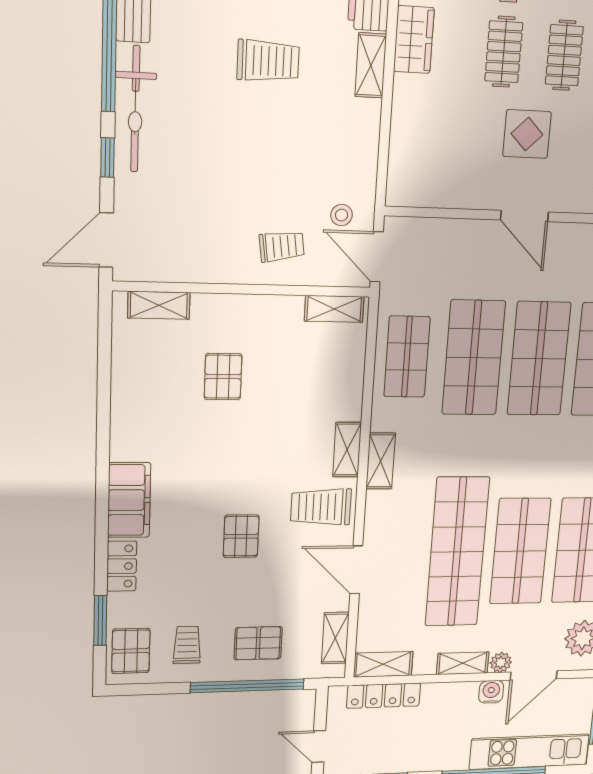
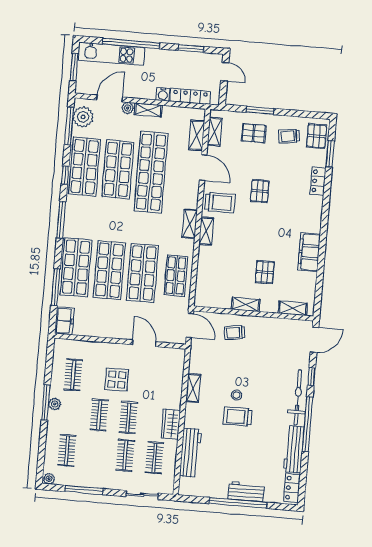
shelving: (371, 65) -> (193, 388), moved
stool: (342, 215) -> (237, 395), moved
door: (524, 216) -> (144, 343), moved
shelving: (334, 309) -> (246, 304), moved
filing cabinet: (129, 500) -> (309, 252), moved
trolley: (187, 645) -> (289, 136), turned 82
shelving: (383, 664) -> (197, 135), moved, turned 90
window: (247, 686) -> (260, 110), width x0.47
water cooler: (491, 692) -> (163, 94), moved

